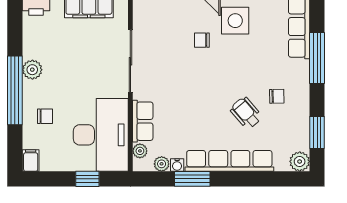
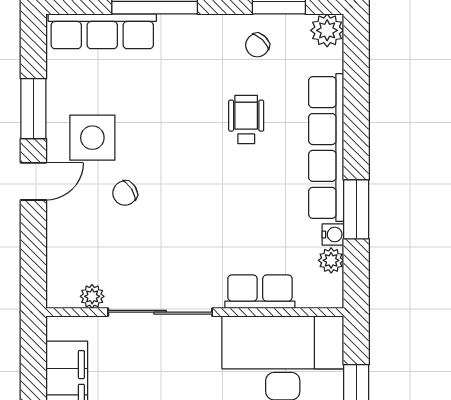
chair: (202, 40) -> (125, 193), turned 58
chair: (277, 96) -> (257, 45), moved, turned -135
wheelchair: (246, 113) -> (246, 119), turned 131
plant: (140, 151) -> (92, 296), moved

